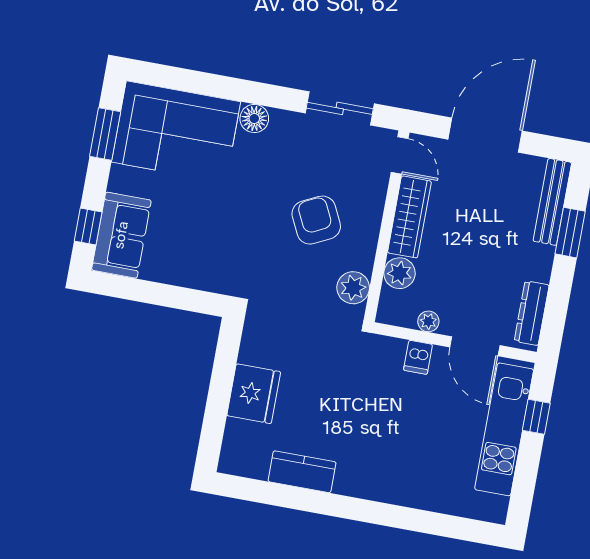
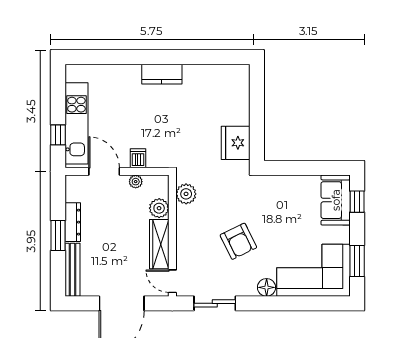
armchair: (316, 220) -> (238, 241), moved
window: (570, 233) -> (58, 236), moved
dresser: (532, 313) -> (73, 222), moved
fridge: (254, 394) -> (236, 143), moved
kitchen counter: (302, 472) -> (162, 74), moved

